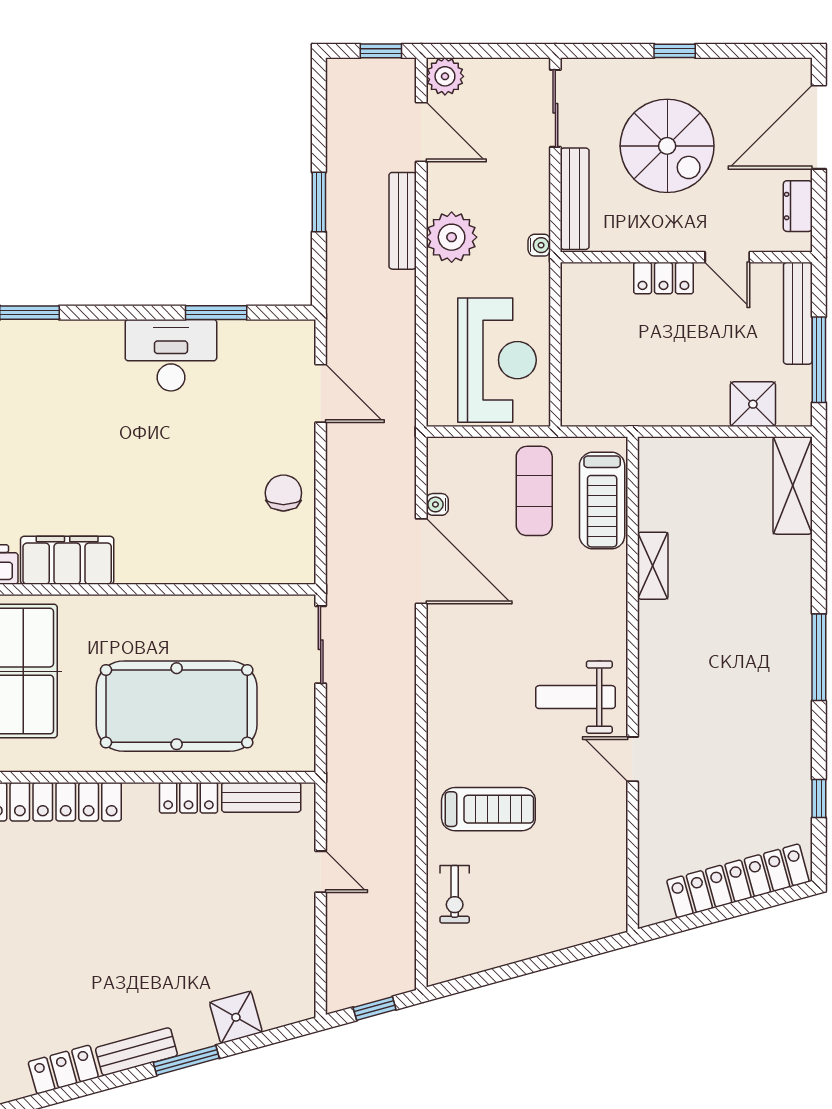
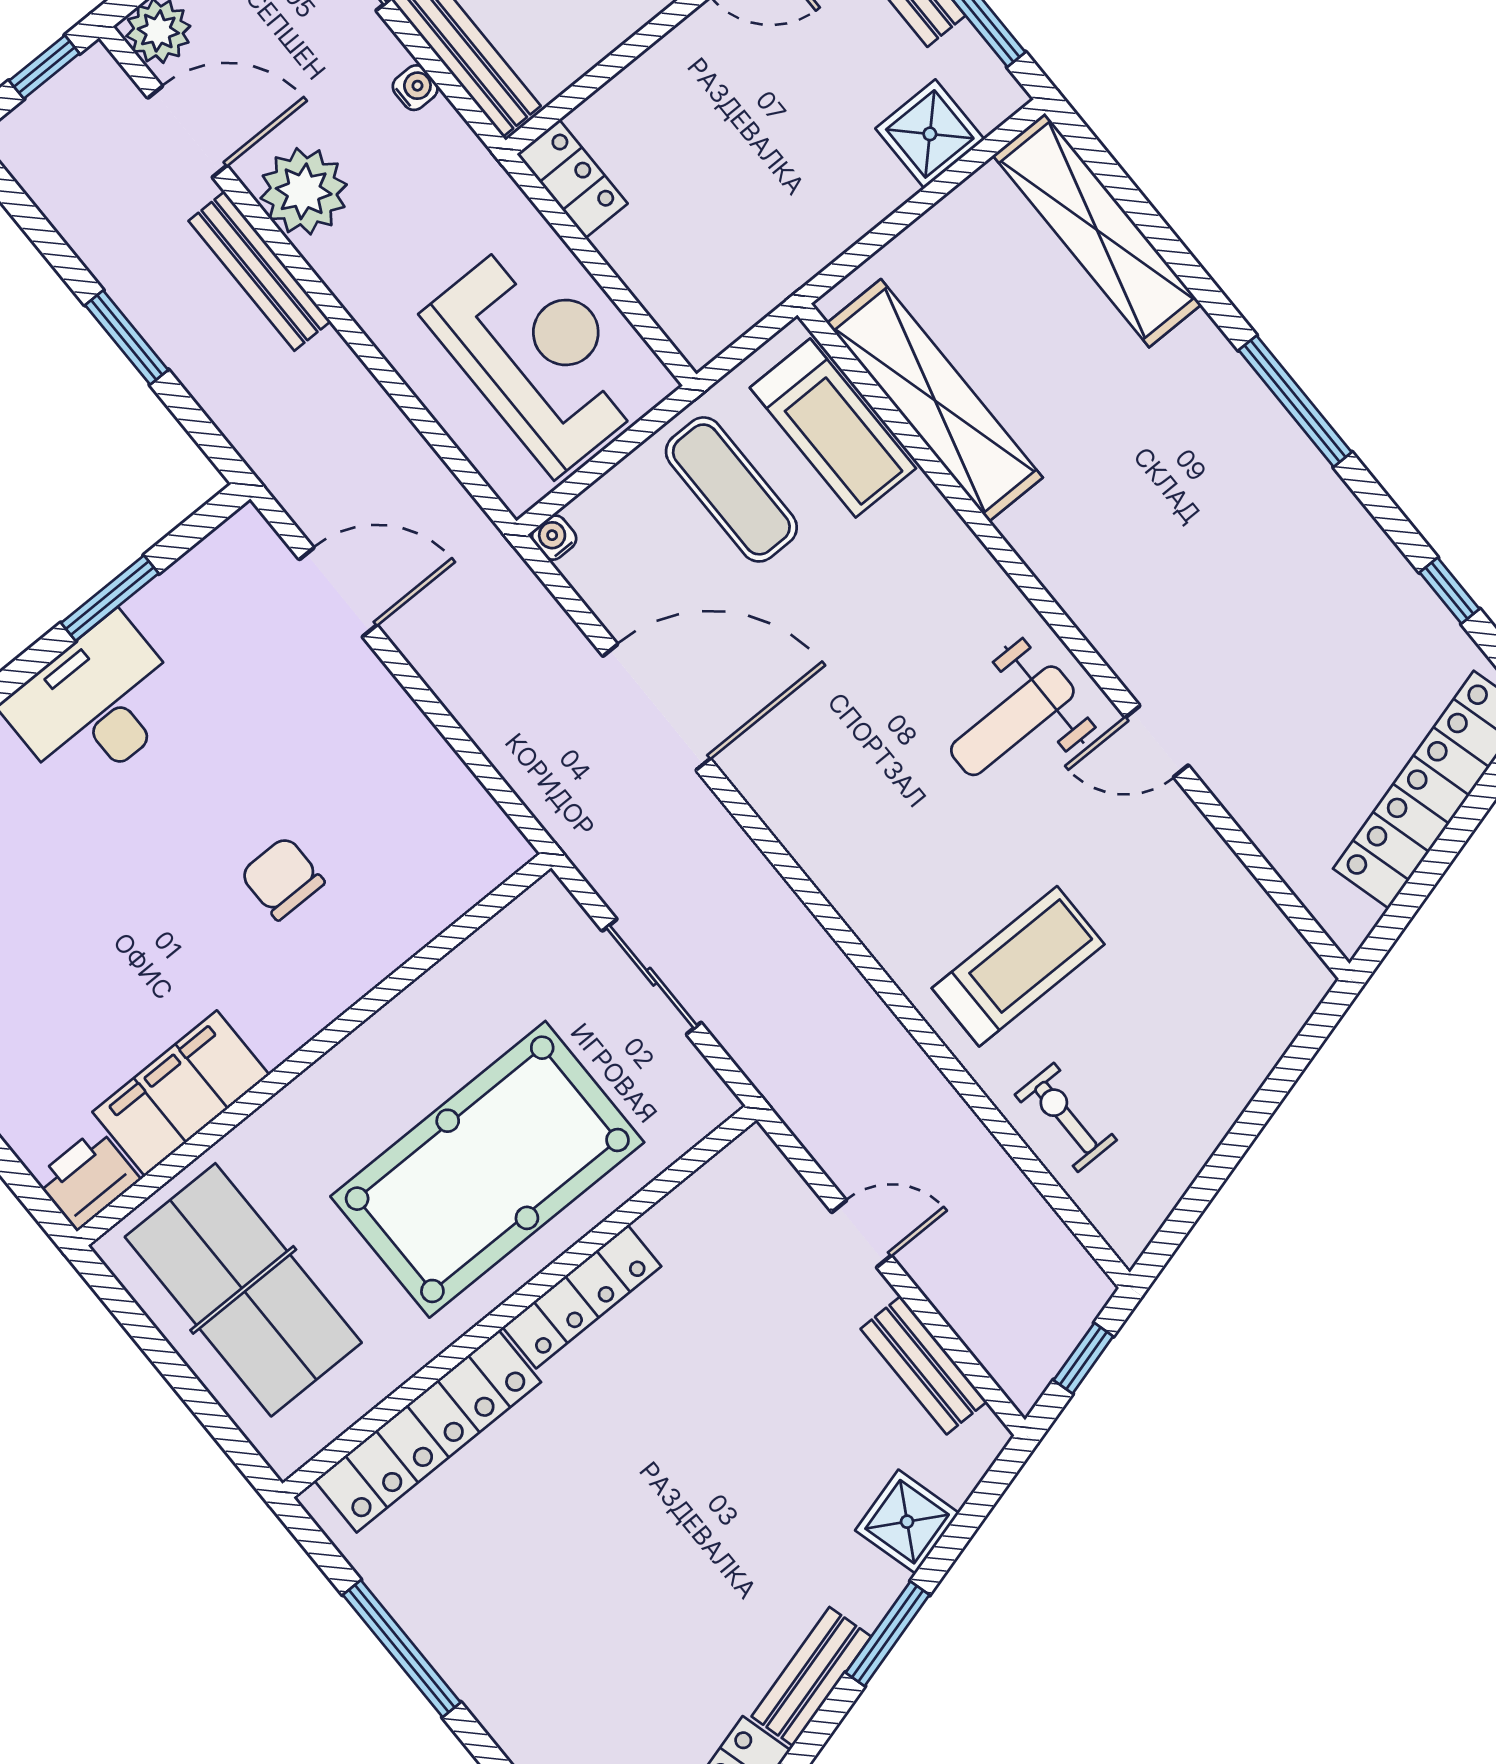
plant: (452, 237) -> (304, 191), moved
water cooler: (539, 245) -> (415, 88), moved
locker: (663, 278) -> (572, 179), moved, turned -90
shelving: (793, 485) -> (1097, 230), width x1.47
chair: (283, 493) -> (282, 878), moved
water cooler: (437, 504) -> (554, 538), moved, turned 90
shelving: (653, 566) -> (935, 400), width x2.20, depth x1.33
sliding door: (321, 645) -> (652, 977), moved
bench: (261, 797) -> (924, 1365), moved, turned 90
locker: (189, 798) -> (582, 1297), width x1.53
exercise bike: (455, 894) -> (1066, 1117), turned 180

